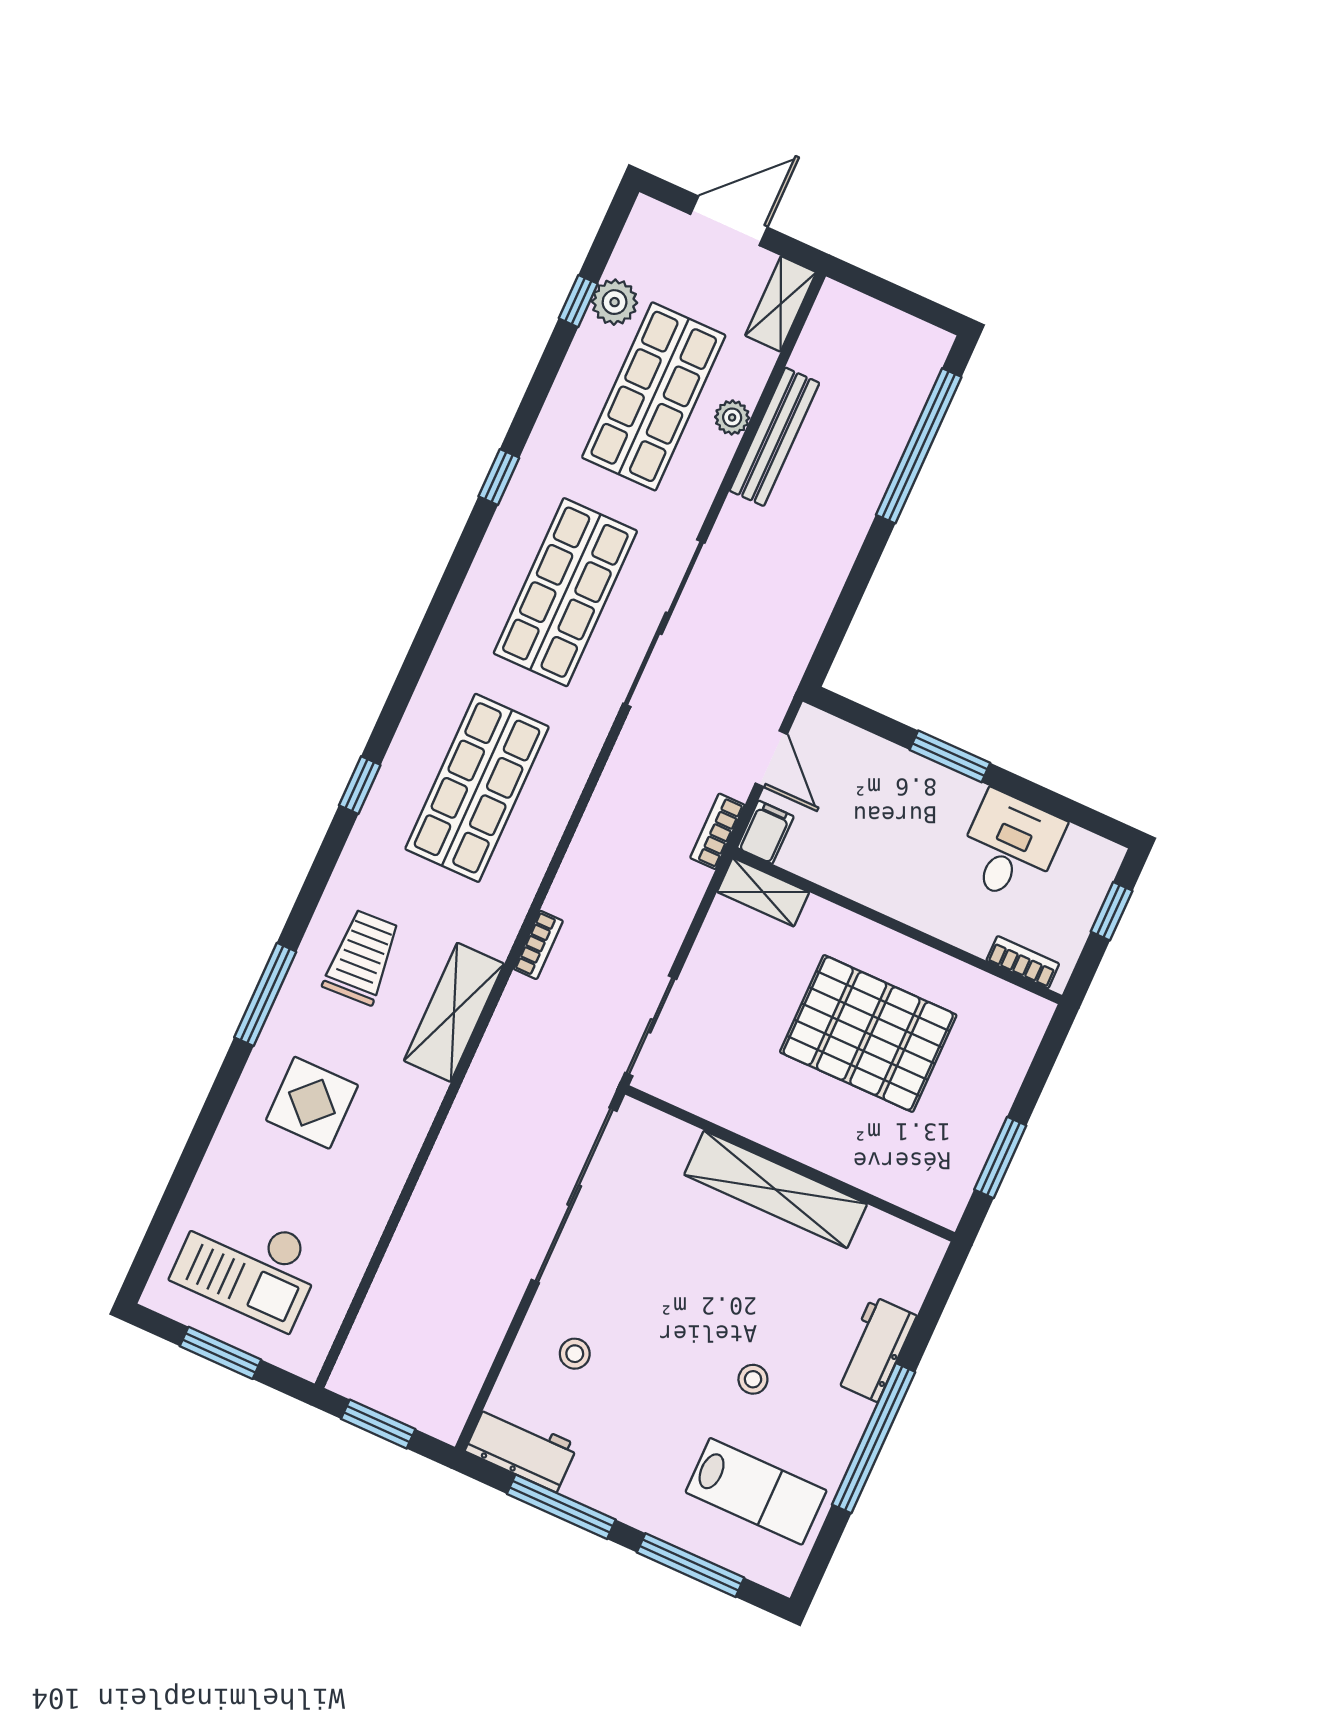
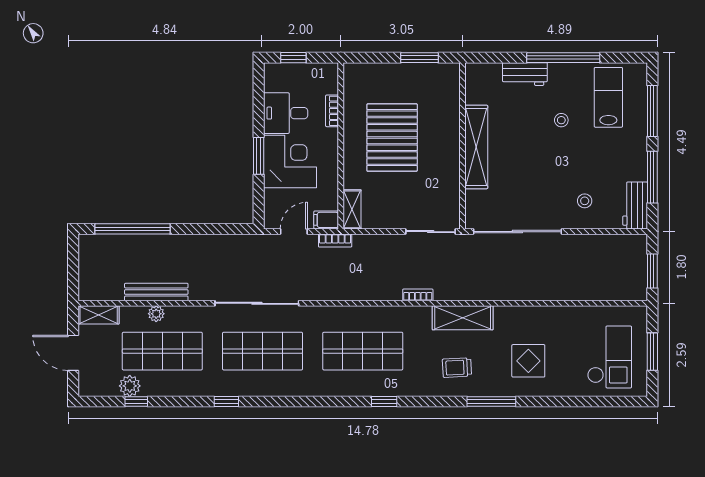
corner desk: (912, 813) -> (290, 161), added
trolley: (362, 957) -> (457, 368), width x0.73, depth x0.72
bookcase: (1023, 962) -> (332, 111), moved

